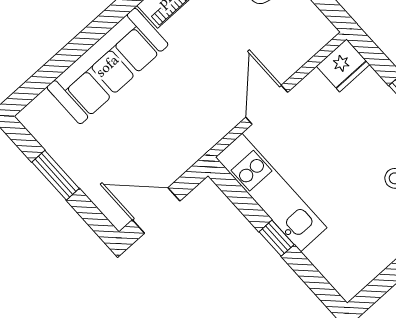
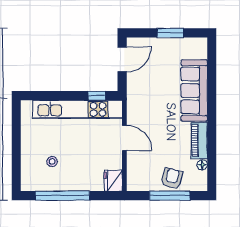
kitchen unit: (271, 192) -> (78, 109), width x1.36
window: (277, 238) -> (97, 96), moved

